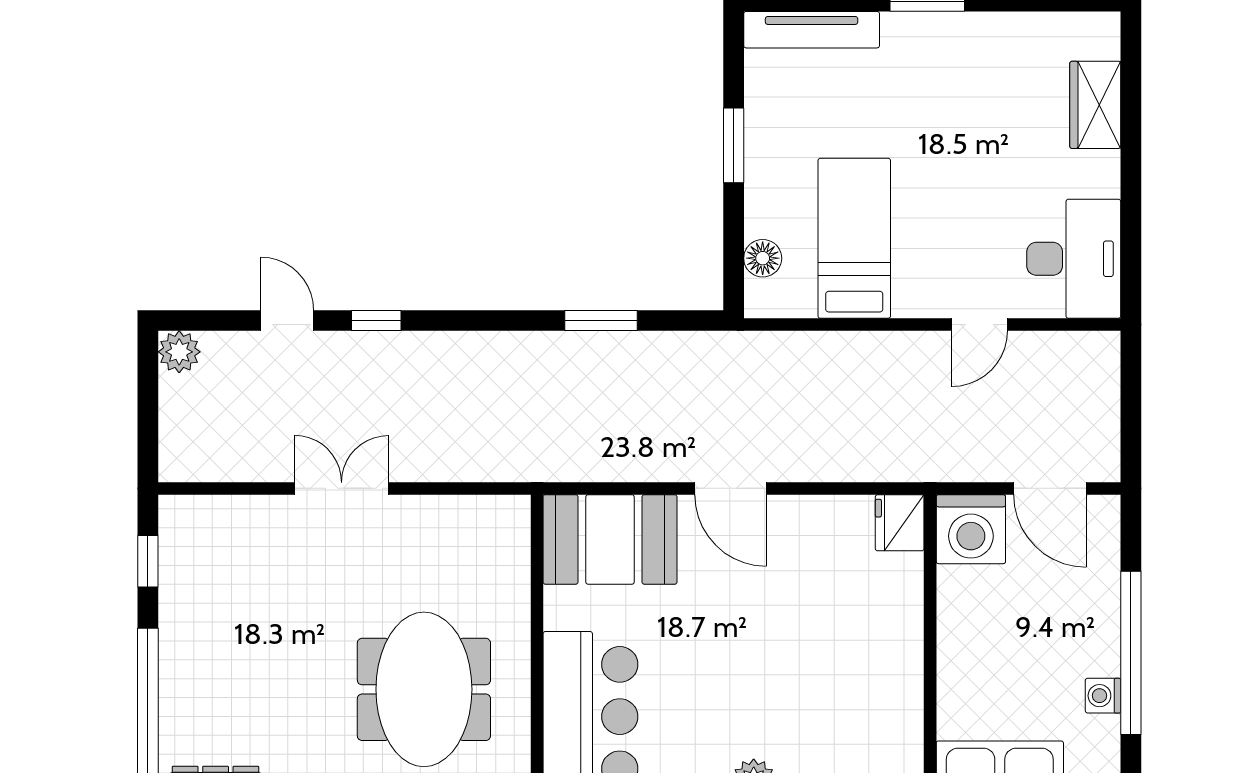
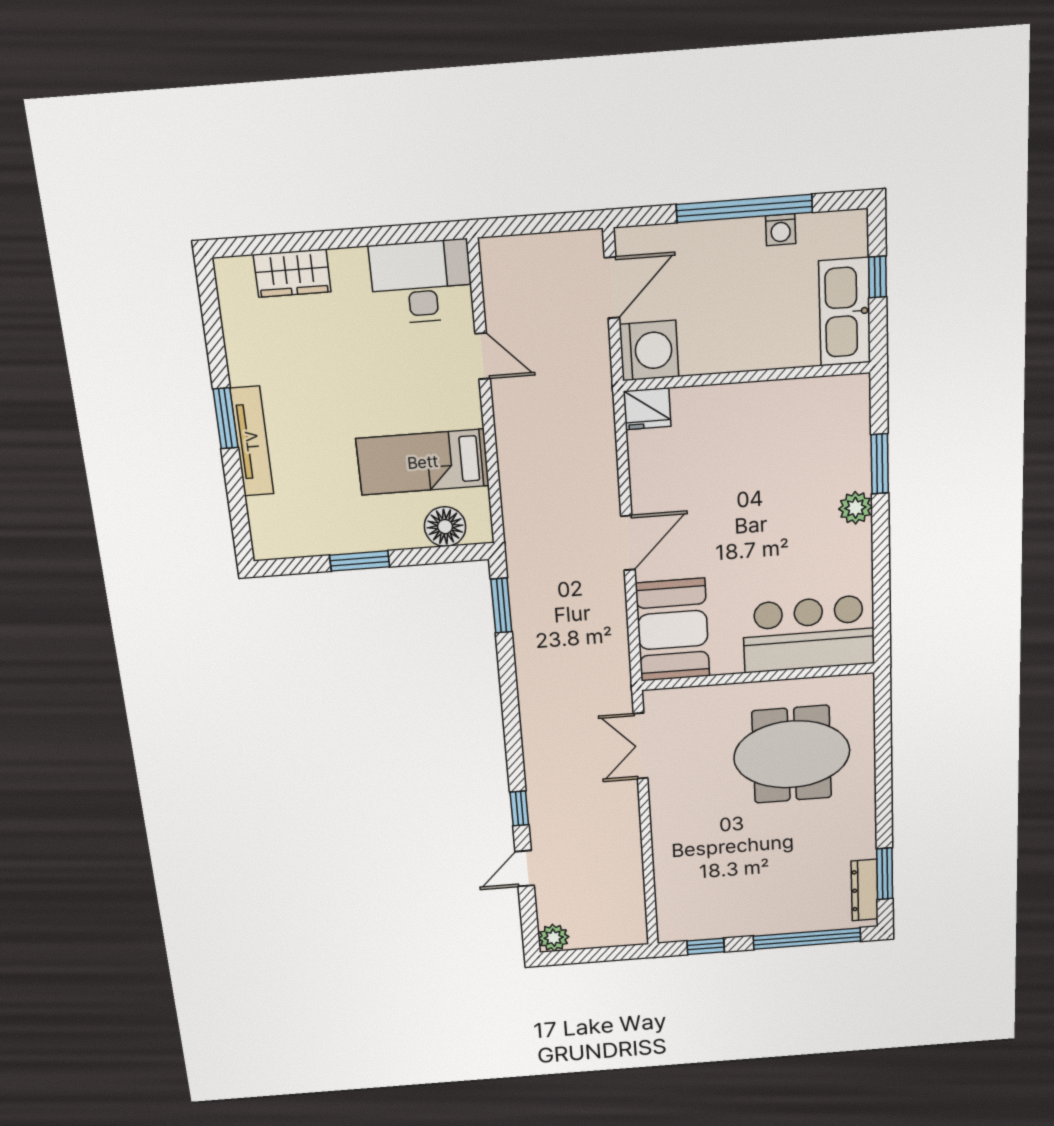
tv unit: (812, 30) -> (252, 441), moved
floor lamp: (763, 258) -> (445, 527), width x1.38, depth x1.38
window: (601, 321) -> (501, 606), moved
double door: (342, 488) -> (641, 746), moved

